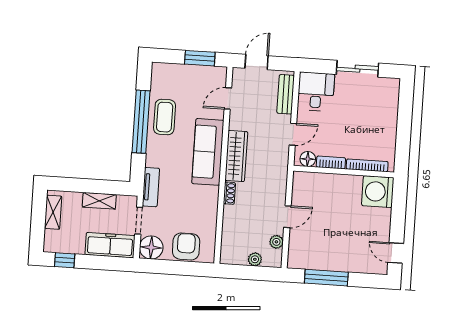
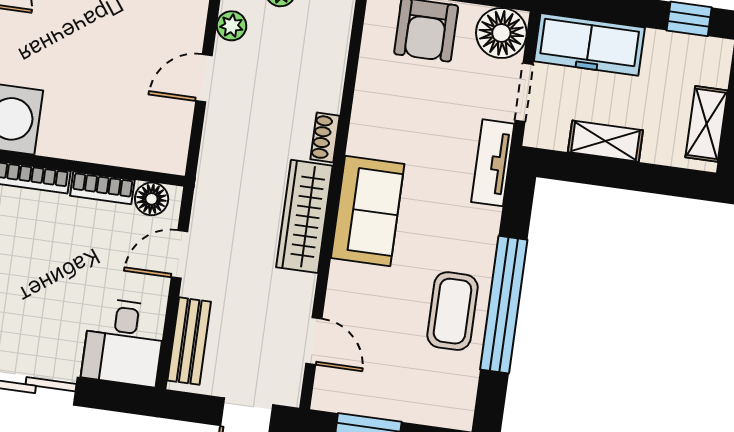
door: (228, 99) -> (314, 341), hinge flipped
sofa: (208, 152) -> (368, 211), width x0.73

